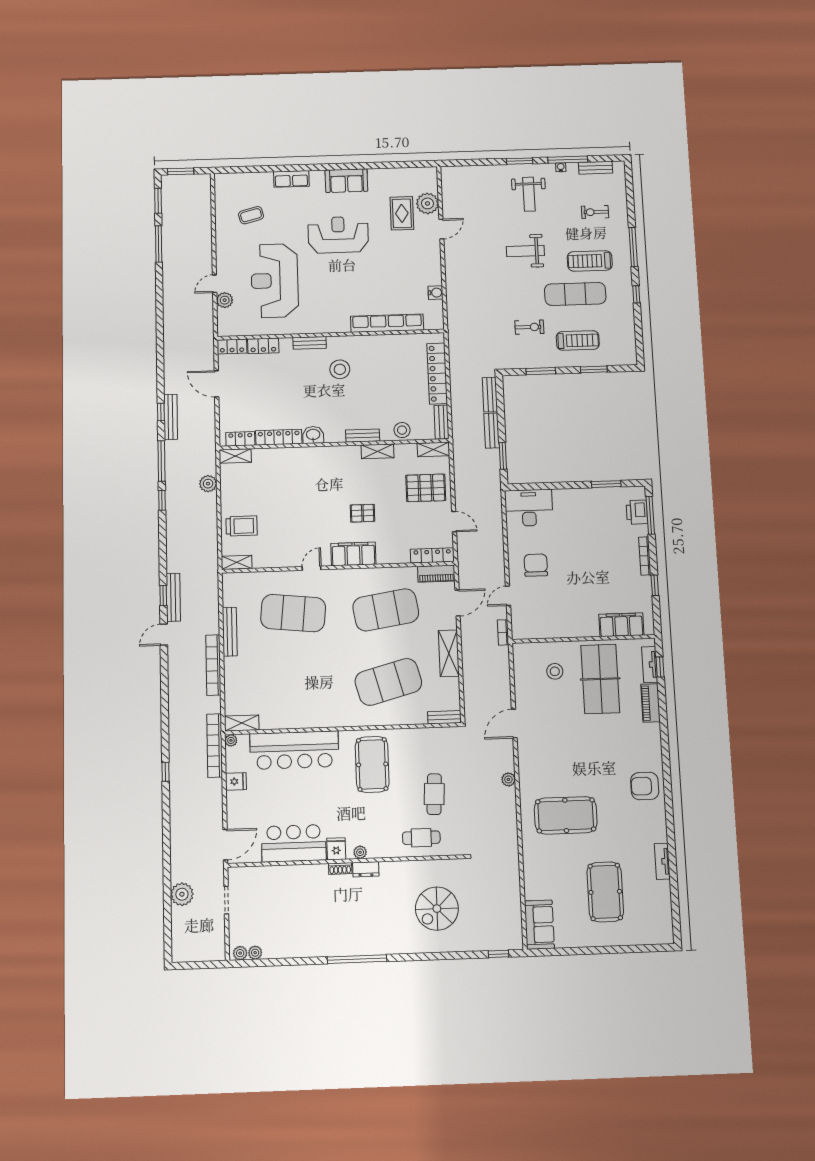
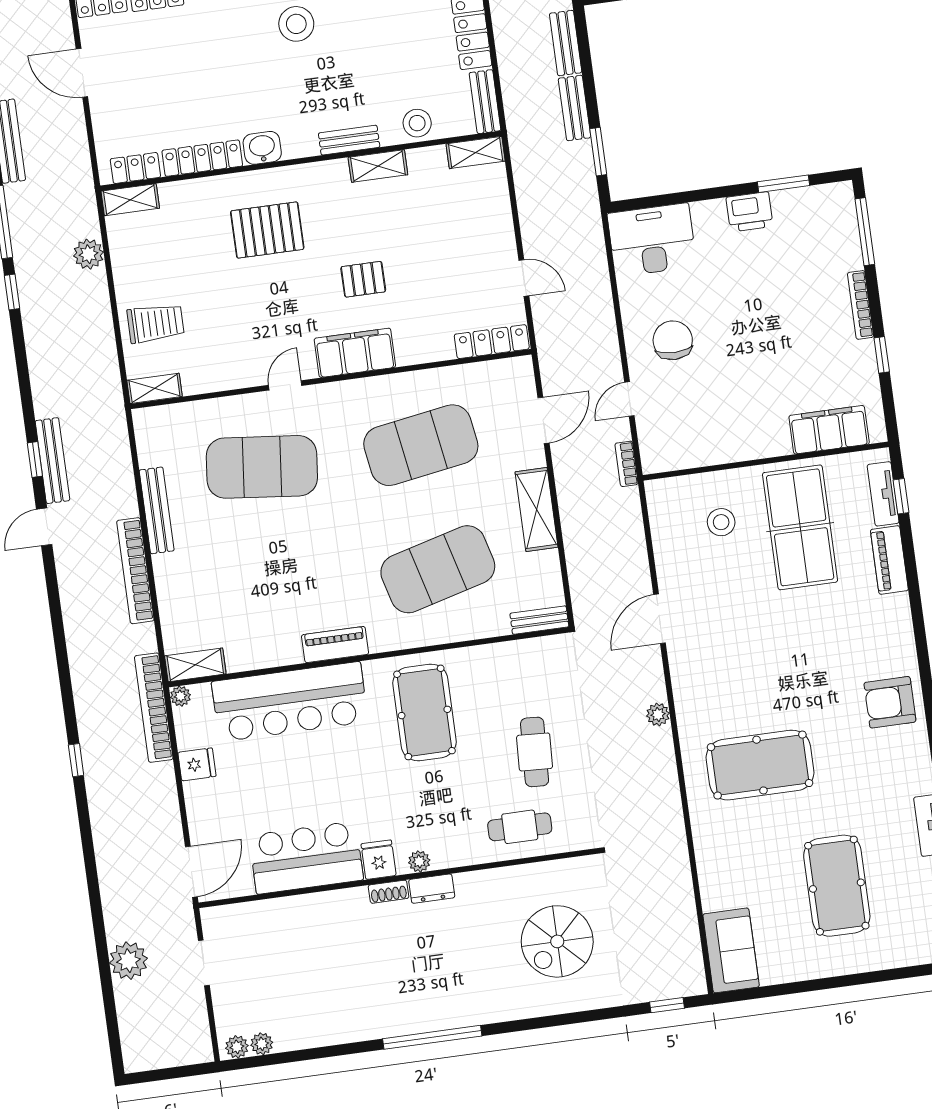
pallet: (426, 488) -> (267, 230), moved
printer: (637, 512) -> (750, 212), moved, turned -90
piano: (436, 574) -> (335, 645), moved, turned 180

